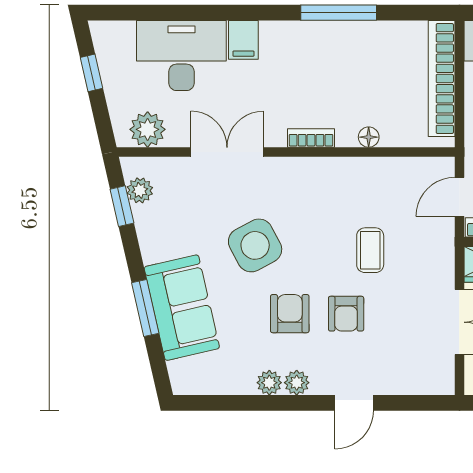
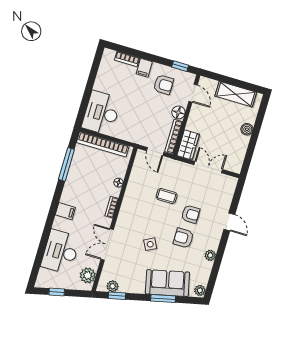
window: (339, 13) -> (66, 164), moved
filing cabinet: (243, 40) -> (65, 211), moved
side table: (255, 245) -> (150, 244), width x0.54, depth x0.54
plant: (297, 383) -> (200, 290), moved

